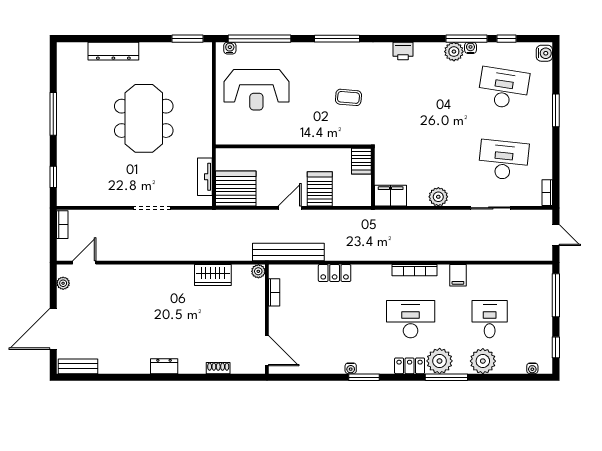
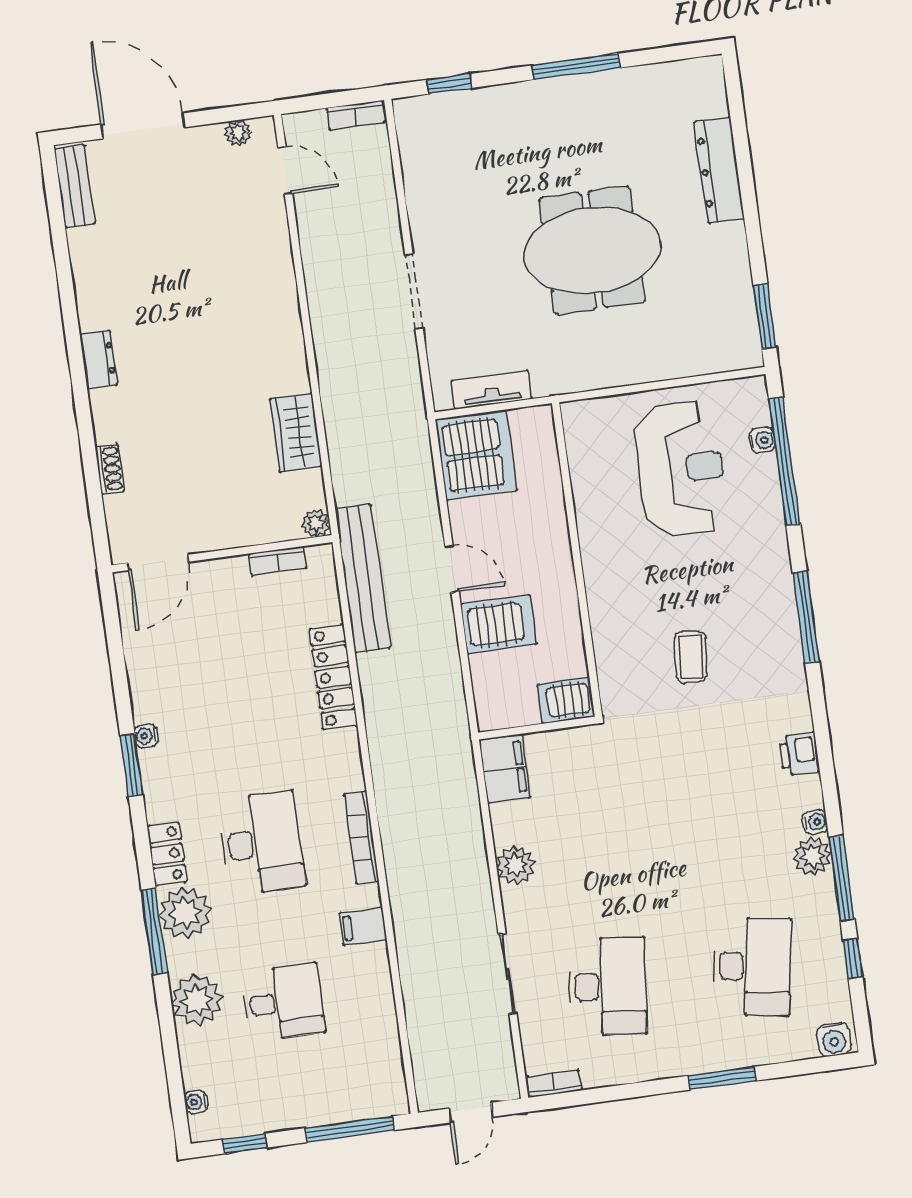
water cooler: (230, 48) -> (762, 440), moved
water cooler: (470, 48) -> (815, 822), moved
reception desk: (256, 90) -> (681, 469), turned 180
locker: (335, 273) -> (333, 677), width x1.53

